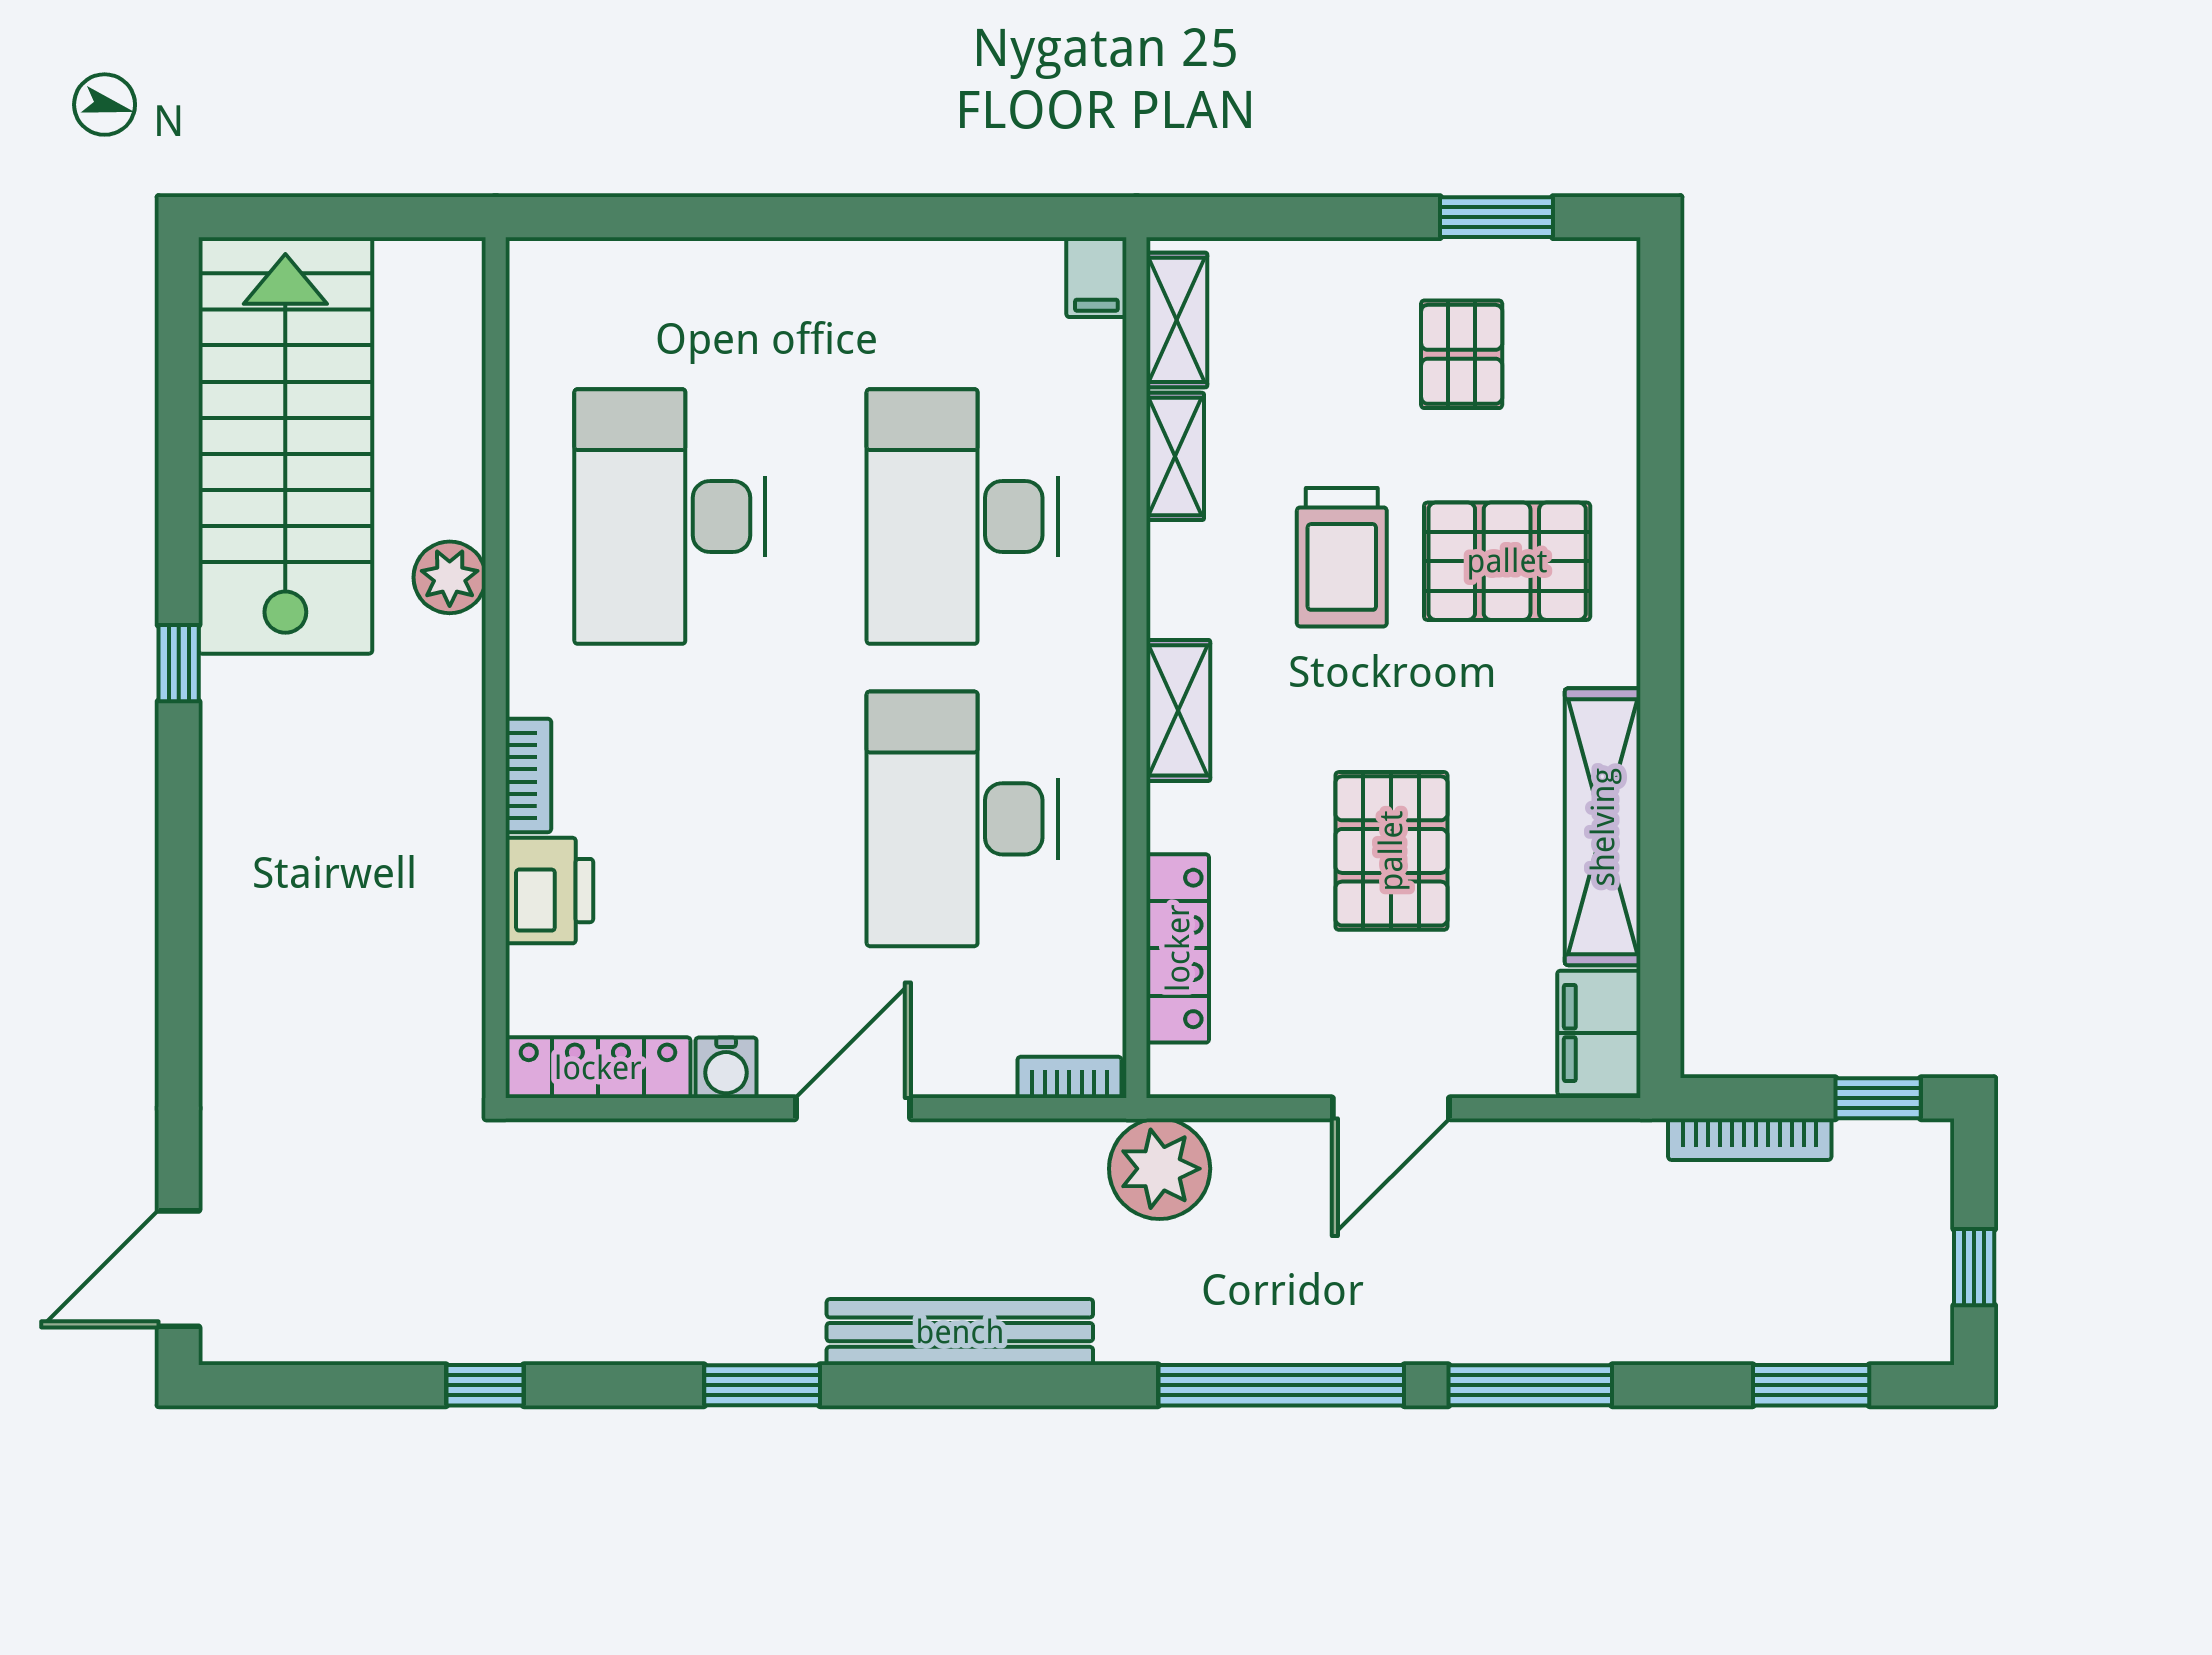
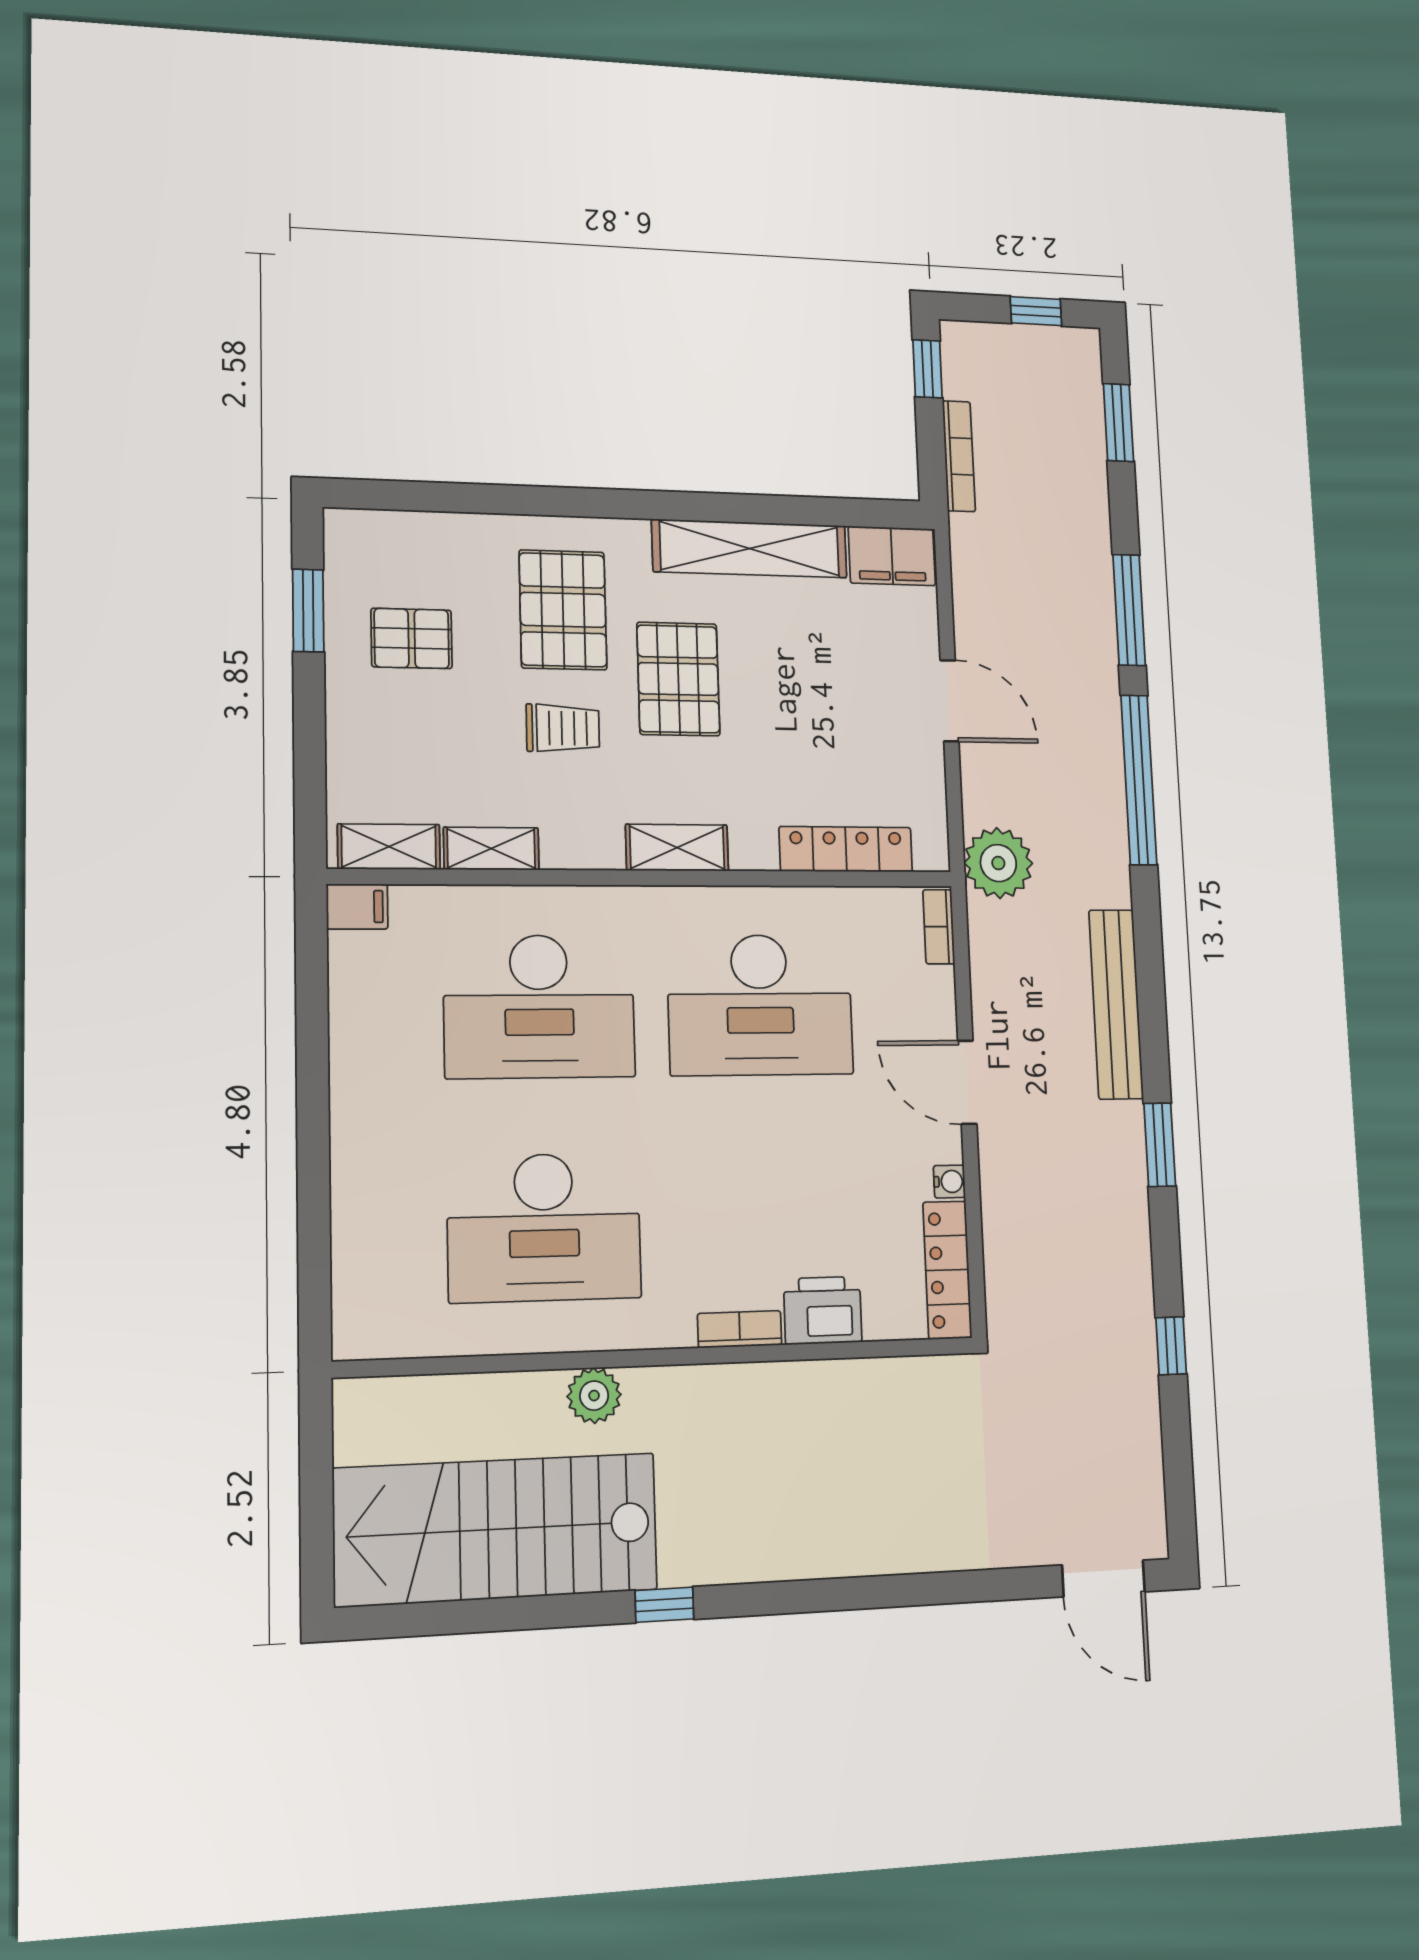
trolley: (1342, 557) -> (563, 728), width x0.73, depth x0.72
pallet: (1391, 851) -> (678, 679), moved, turned 90
water cooler: (726, 1068) -> (949, 1182), width x0.72, depth x0.72

